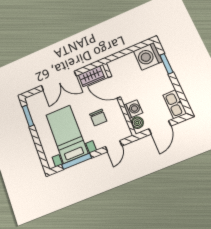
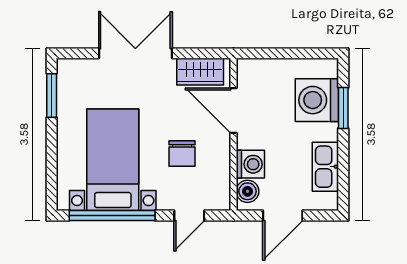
washing machine: (148, 56) -> (317, 100), moved
double door: (59, 81) -> (135, 53), swing flipped
kitchen sink: (175, 104) -> (325, 167), moved
window: (77, 161) -> (112, 216), width x1.46

